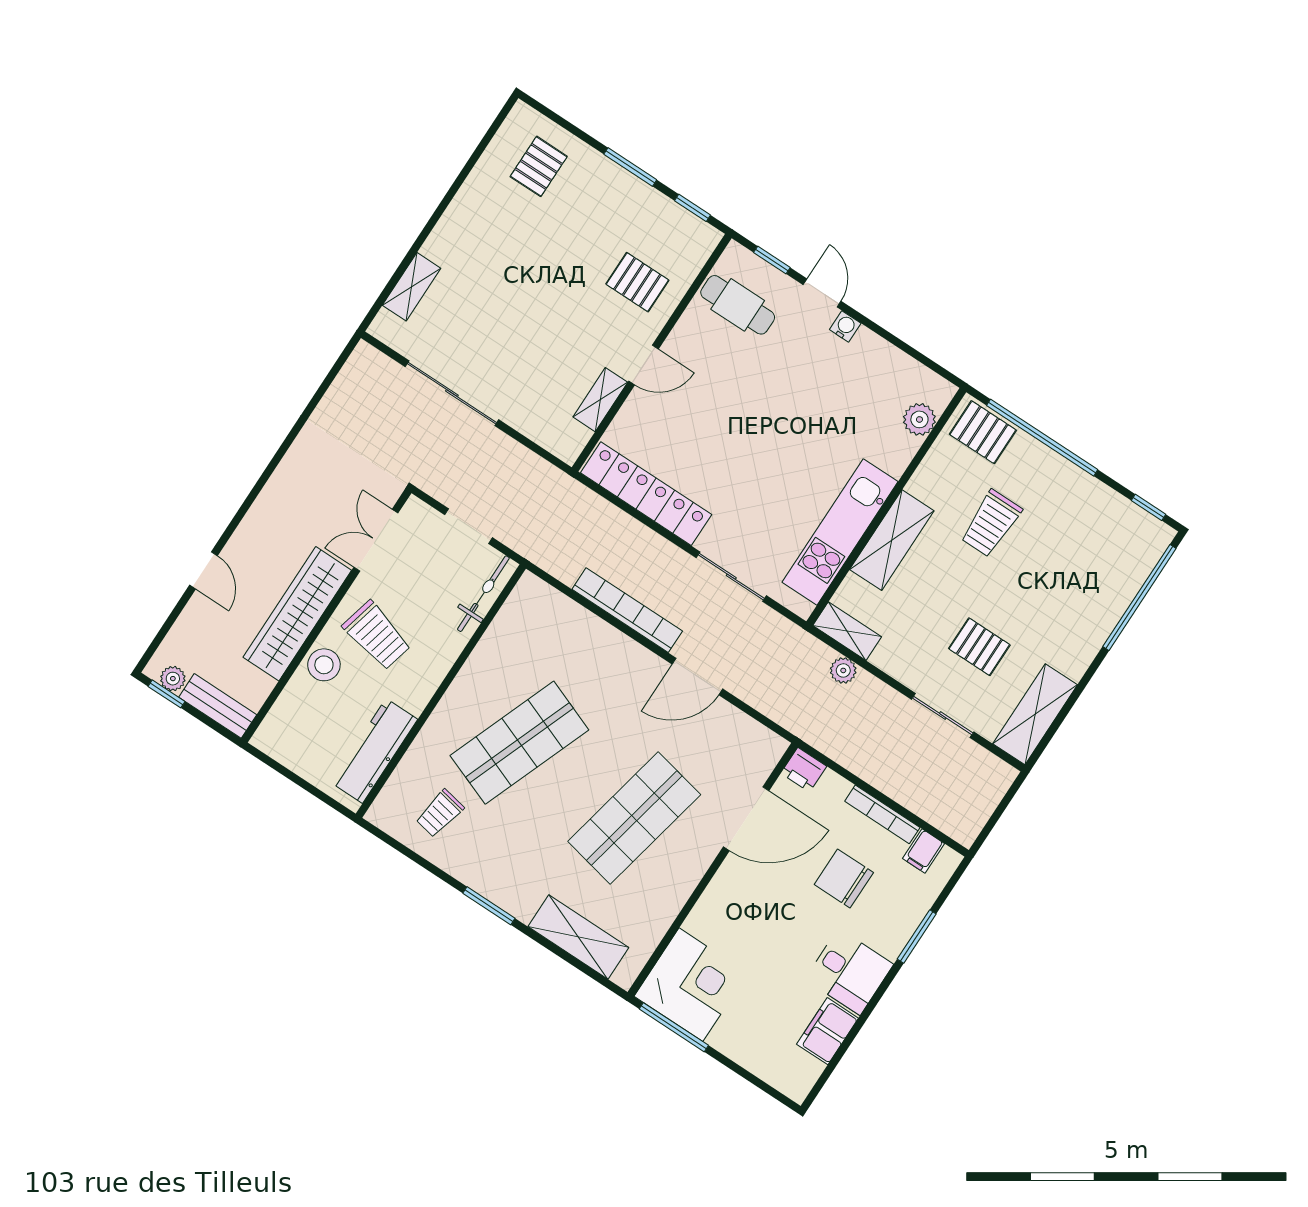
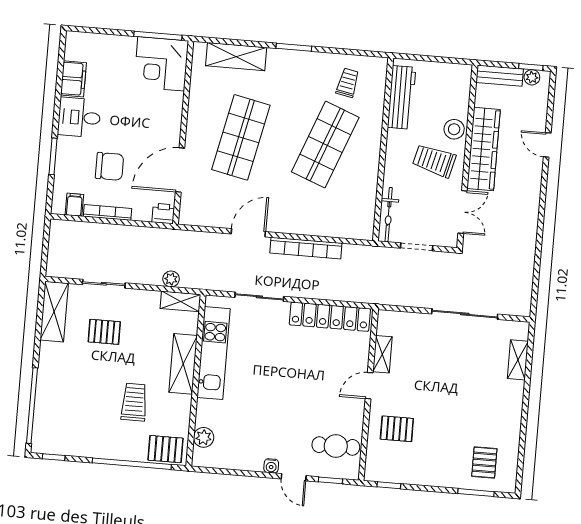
window: (630, 167) -> (476, 493), moved

